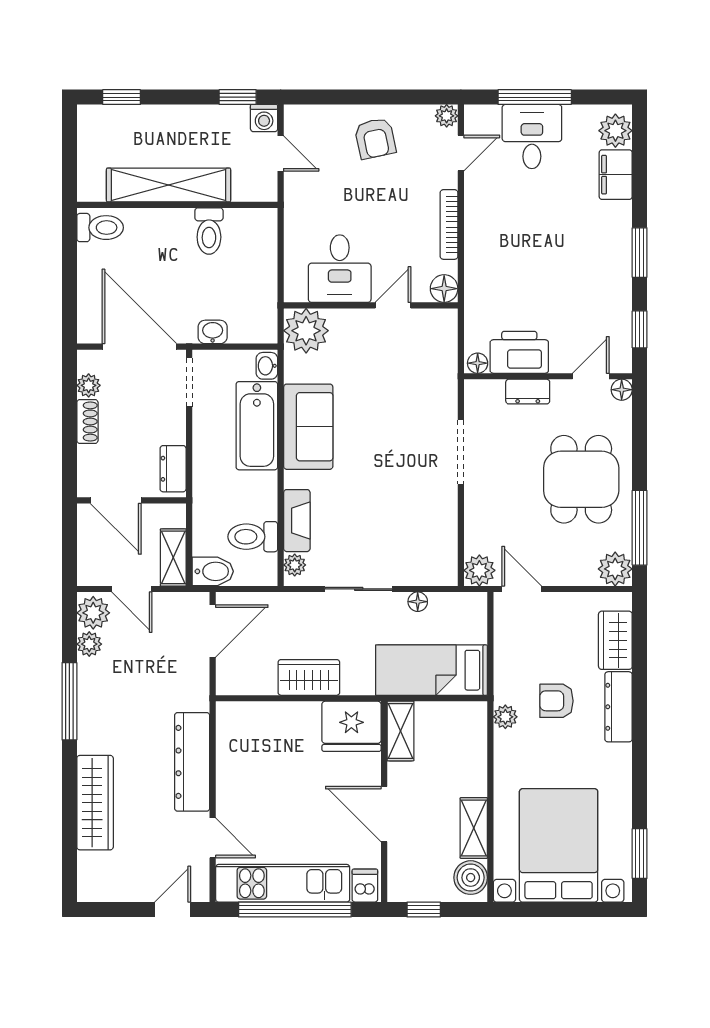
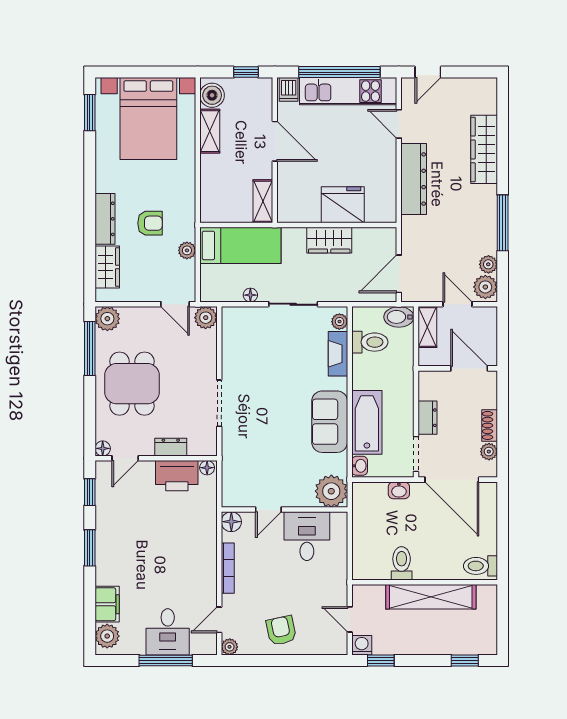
dresser: (173, 469) -> (428, 418), moved
plant: (505, 717) -> (187, 250), moved
fridge: (351, 726) -> (343, 205), moved

